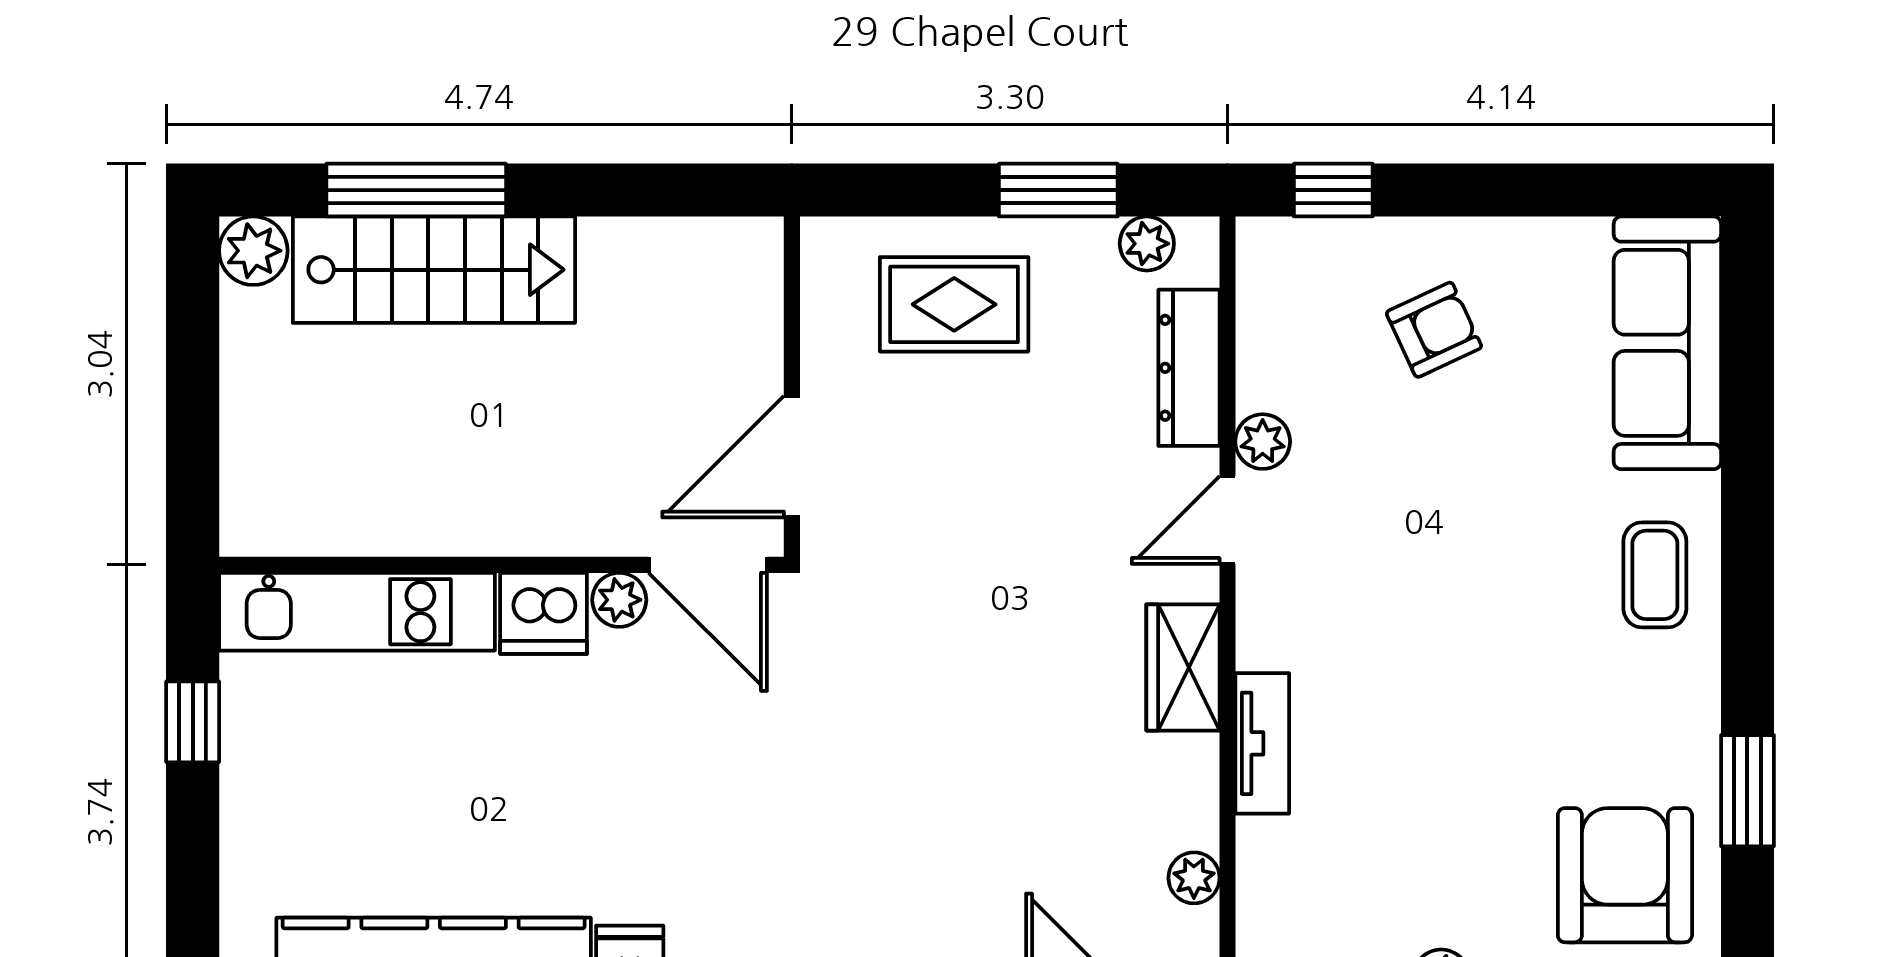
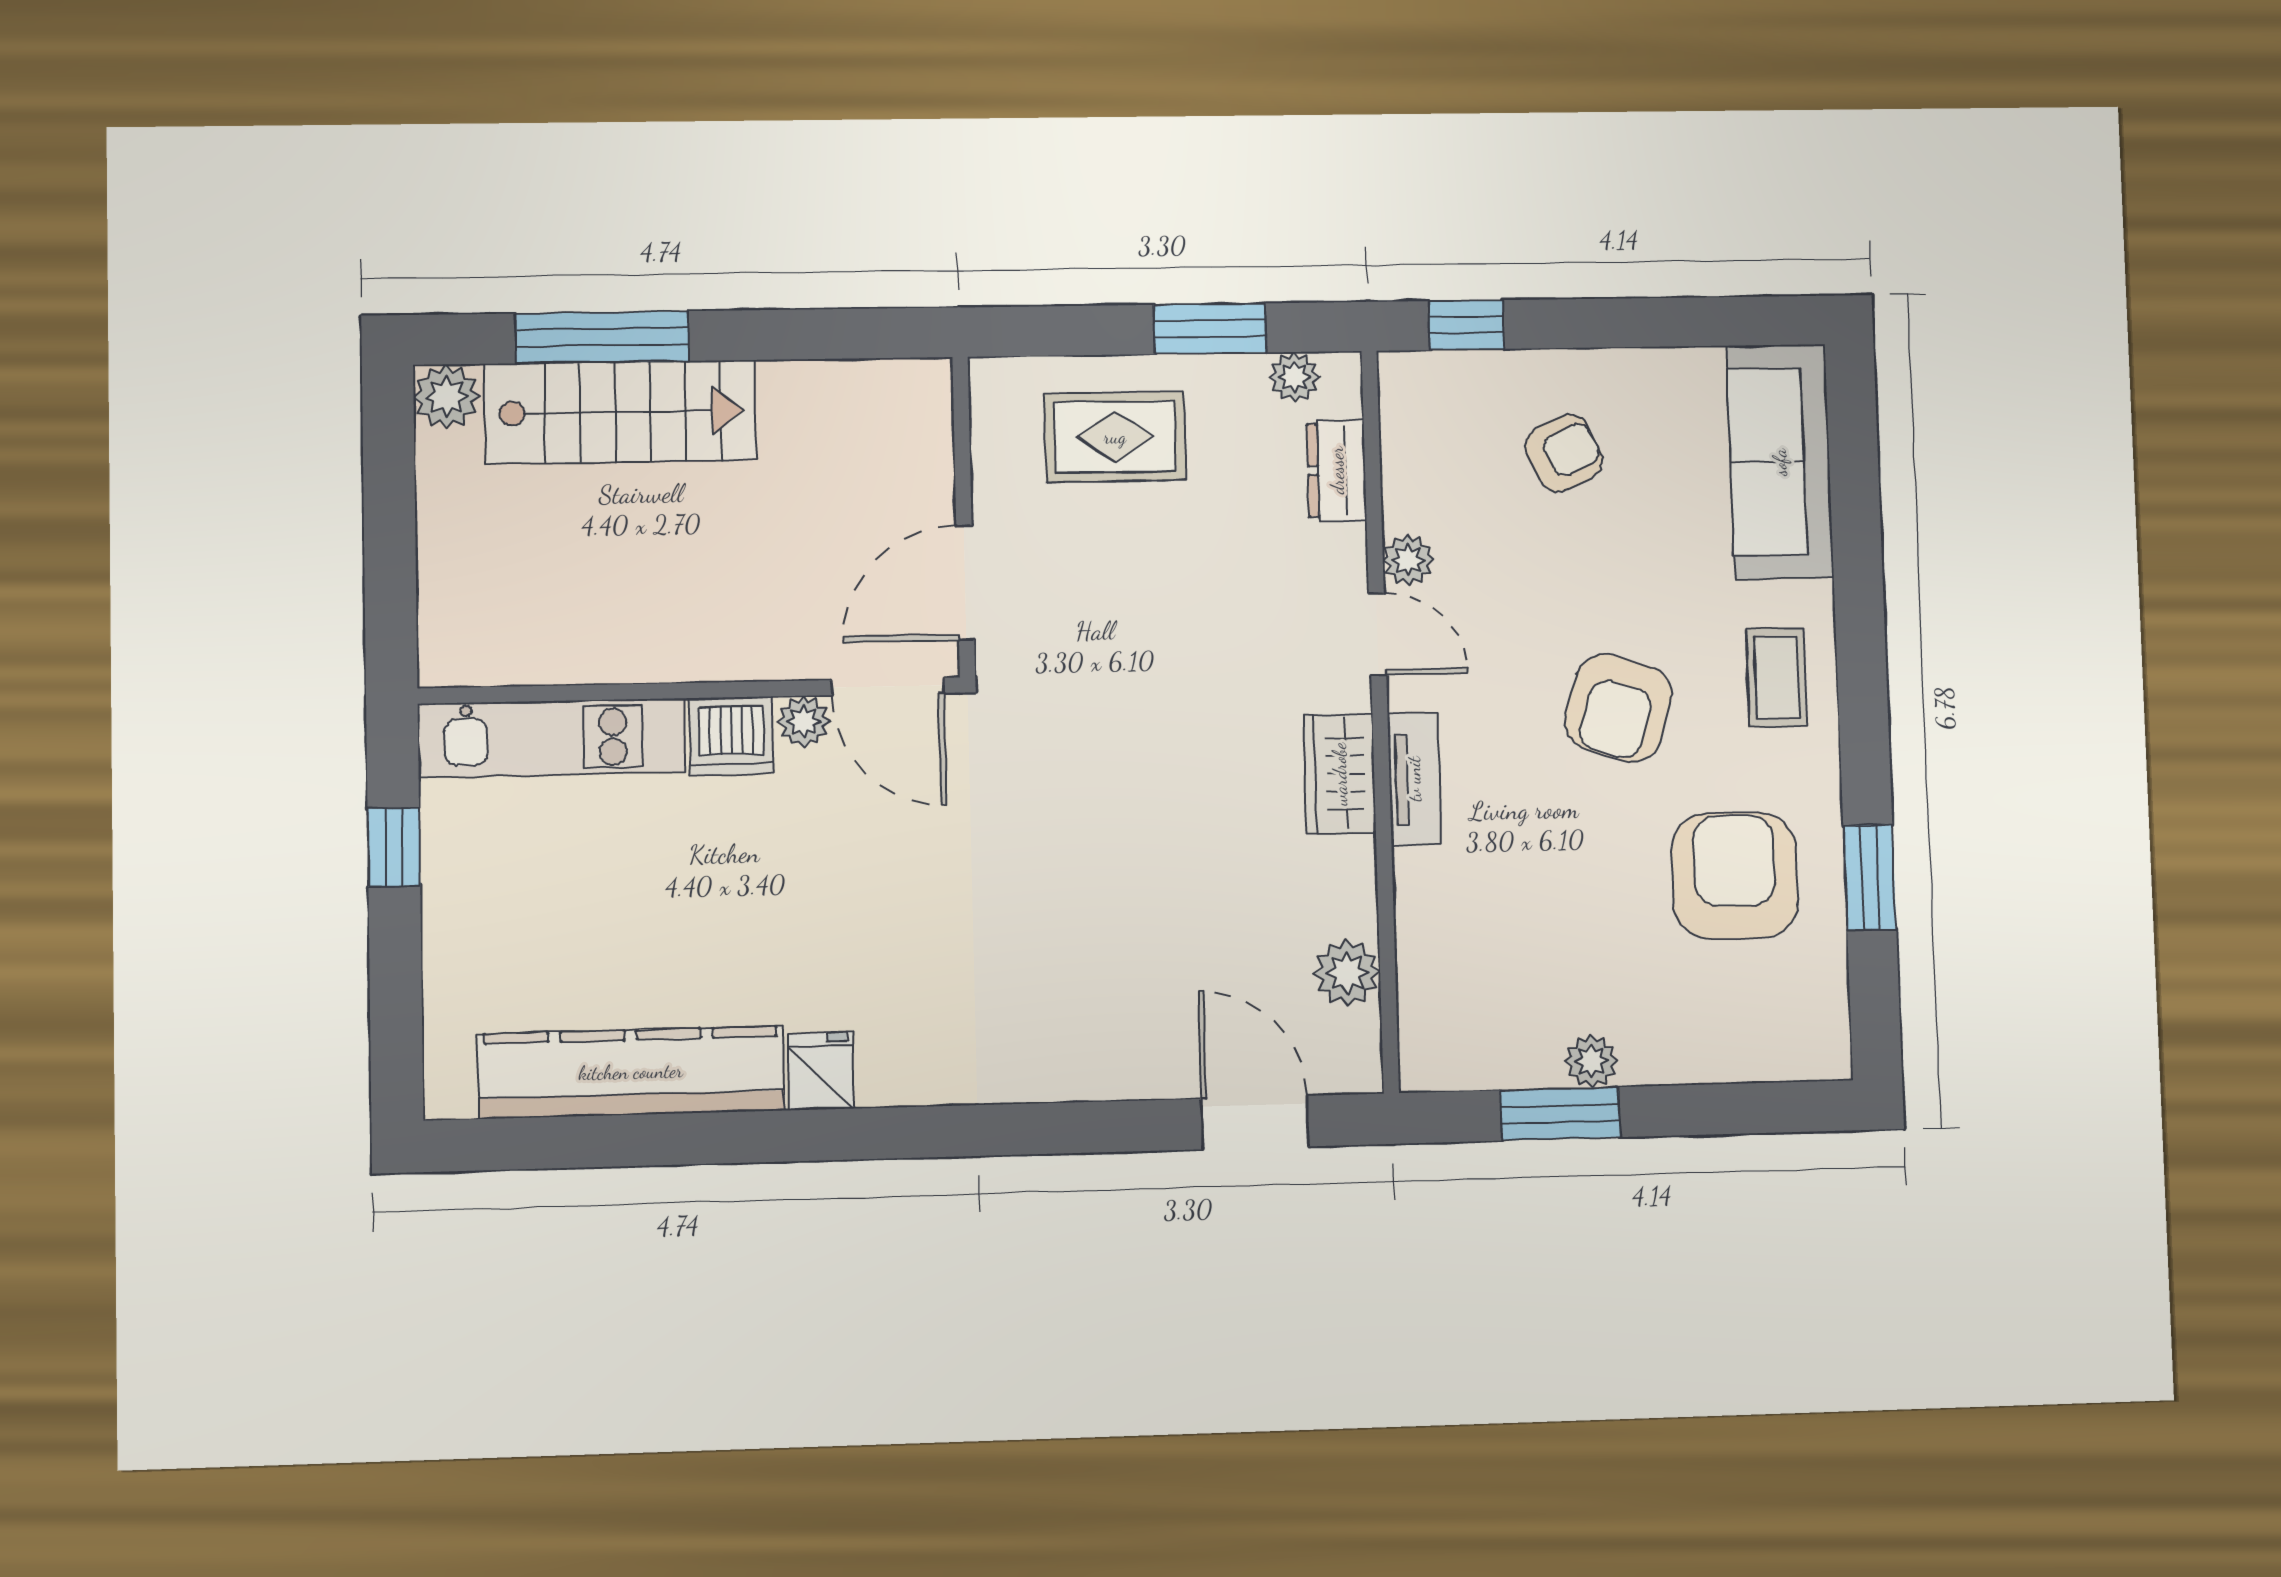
dresser: (1189, 368) -> (1337, 470), width x0.70
door: (1227, 520) -> (1377, 634), swing flipped
armchair: (1483, 604) -> (1619, 708), added
tv unit: (1262, 743) -> (1414, 779), moved
armchair: (1625, 875) -> (1735, 876), moved
plant: (1194, 878) -> (1347, 973), width x1.38, depth x1.38

